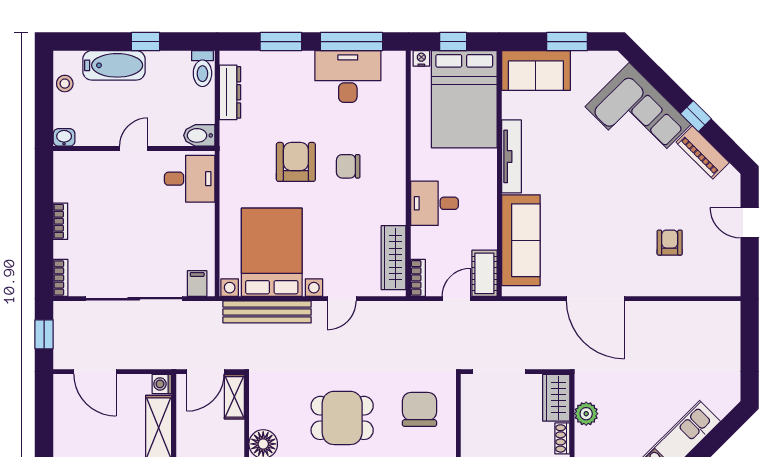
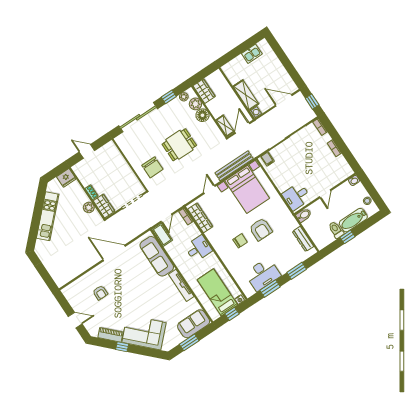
window: (352, 42) -> (270, 288), width x0.69
toilet: (202, 69) -> (336, 230), moved
bed: (464, 99) -> (217, 292), width x0.67

